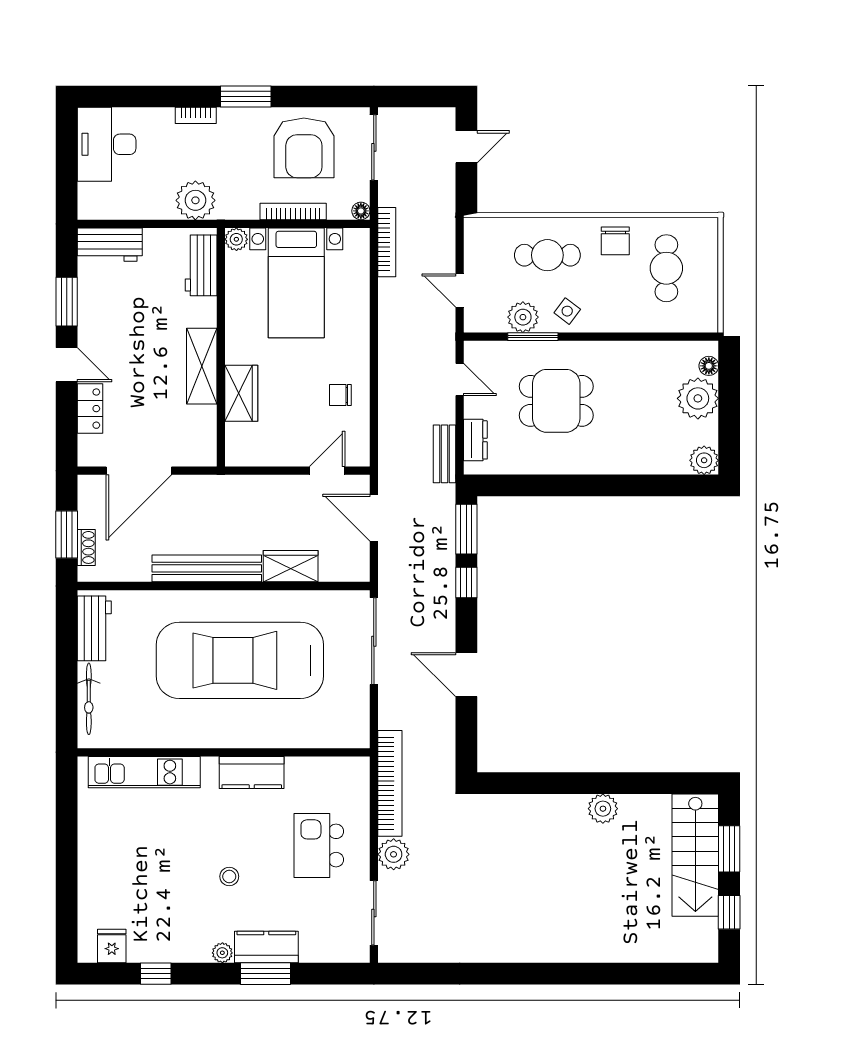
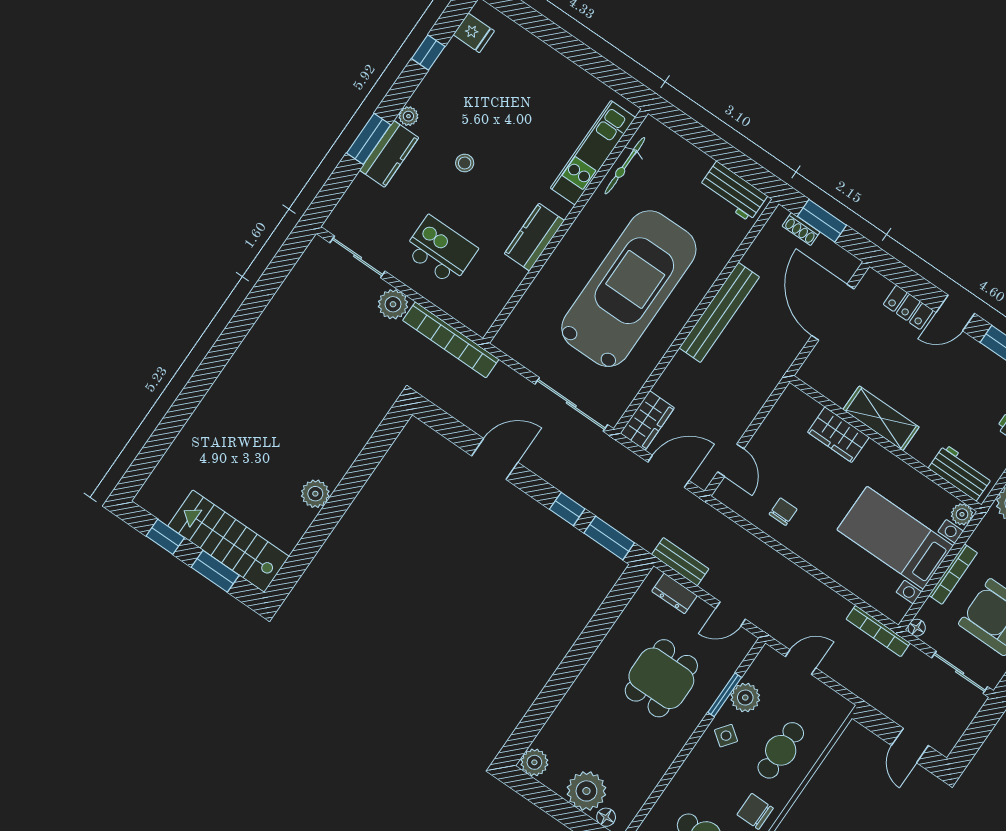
wardrobe: (291, 566) -> (647, 421), moved
bicycle: (89, 699) -> (625, 166), moved, turned -90

